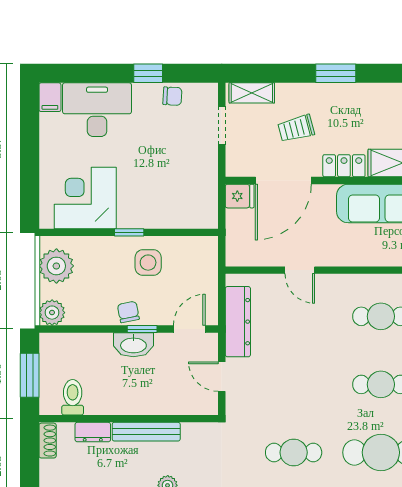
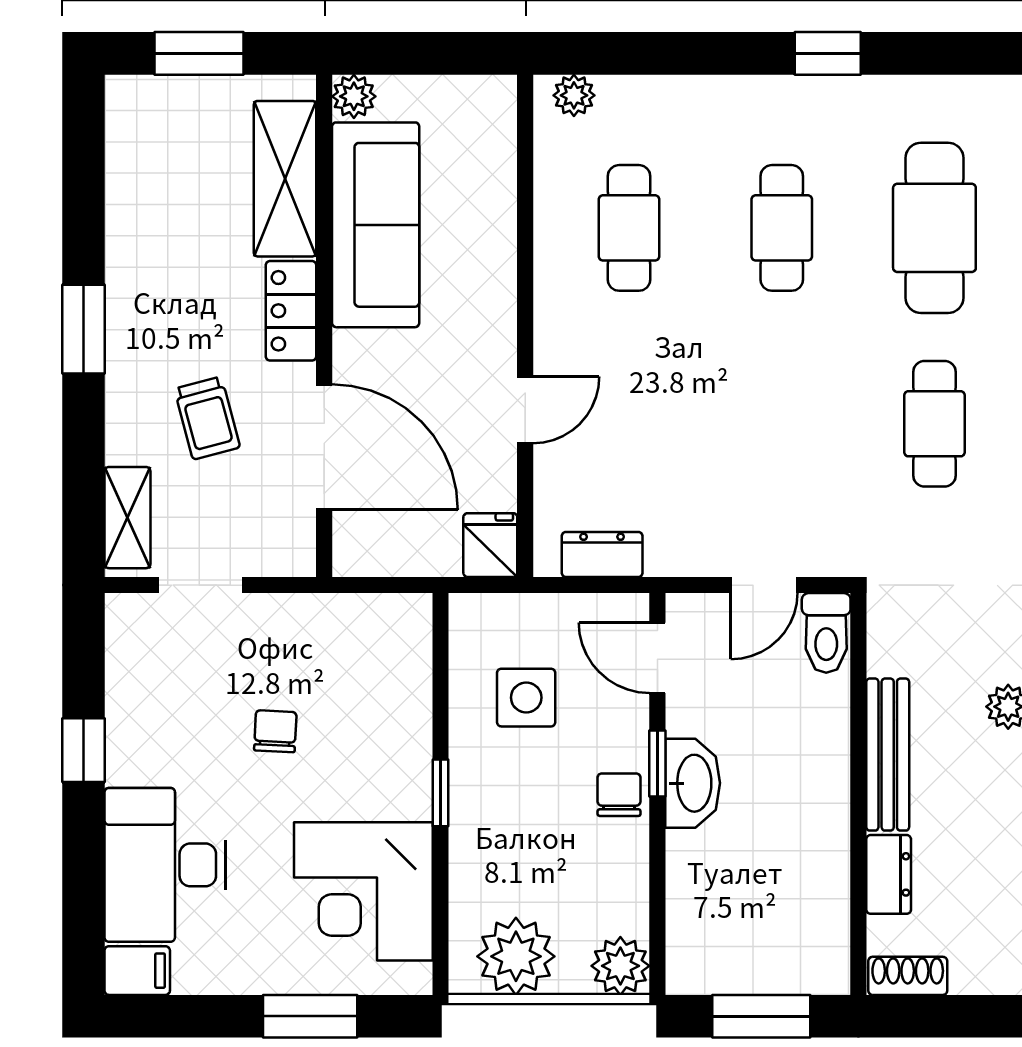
chair: (172, 96) -> (275, 731), moved
window: (30, 174) -> (310, 1016), added
fridge: (240, 196) -> (490, 545), moved
side table: (148, 263) -> (526, 698), moved
chair: (128, 312) -> (619, 795), turned 101
dresser: (238, 322) -> (602, 554), width x0.51, depth x0.80
toilet: (73, 397) -> (826, 633), moved, turned -90

